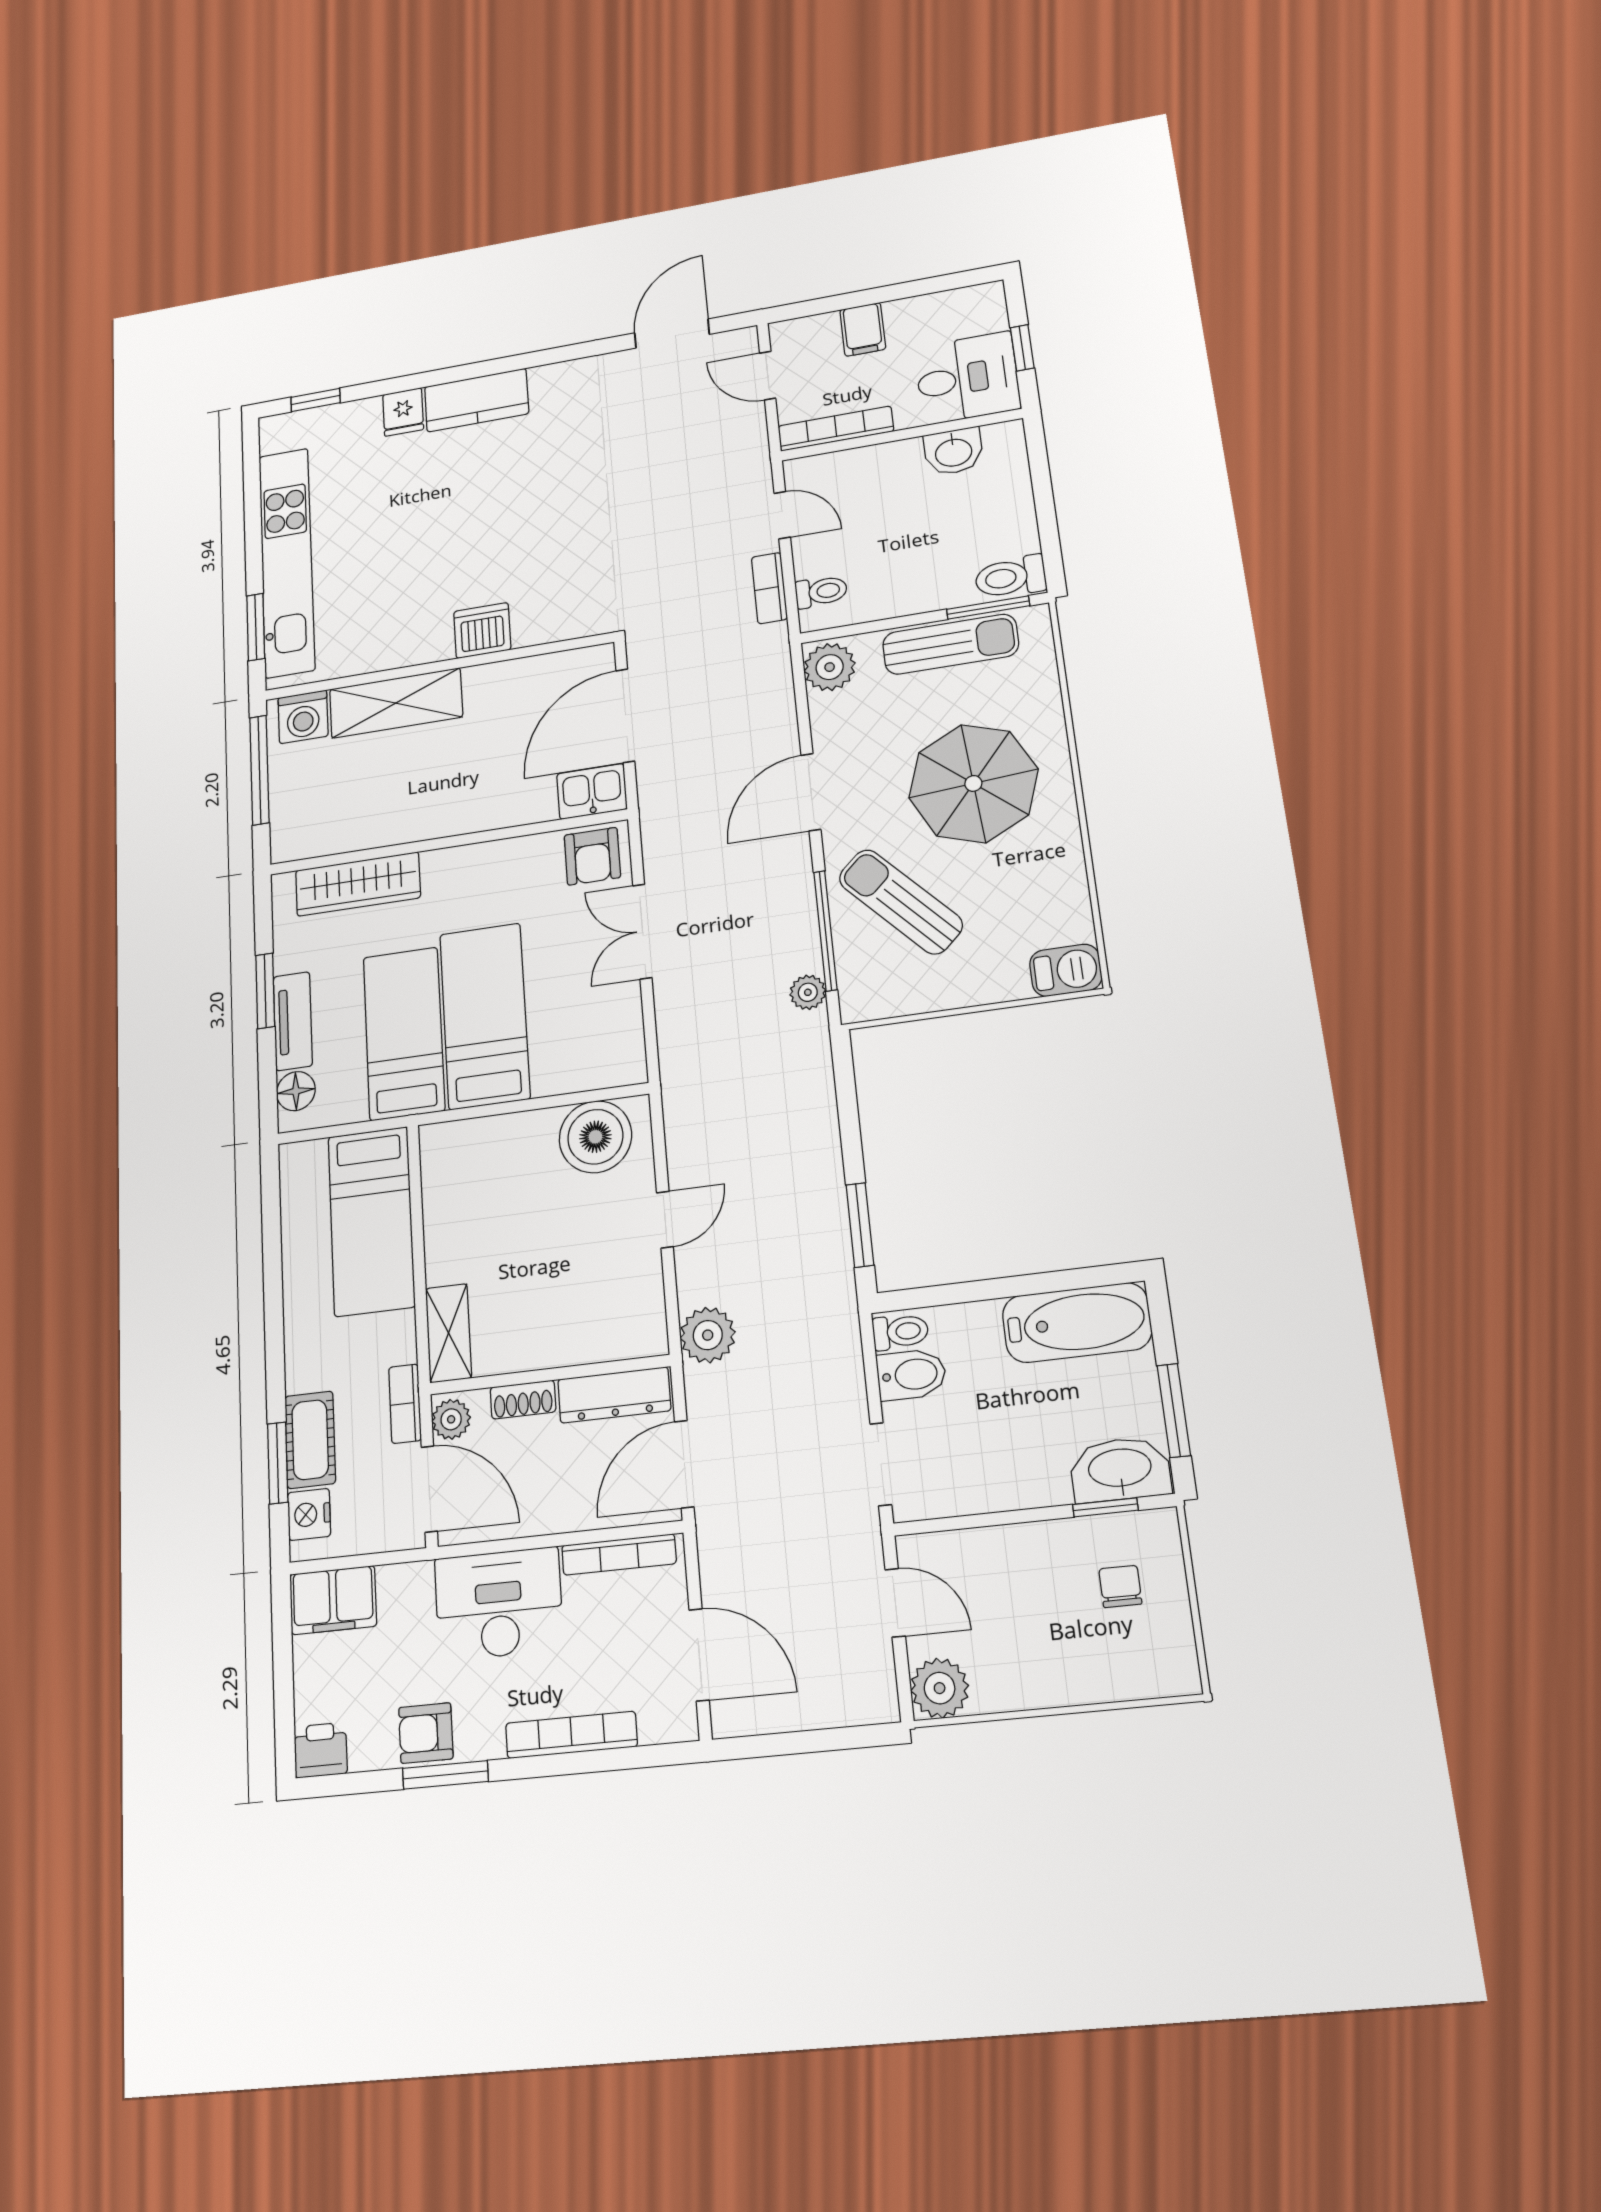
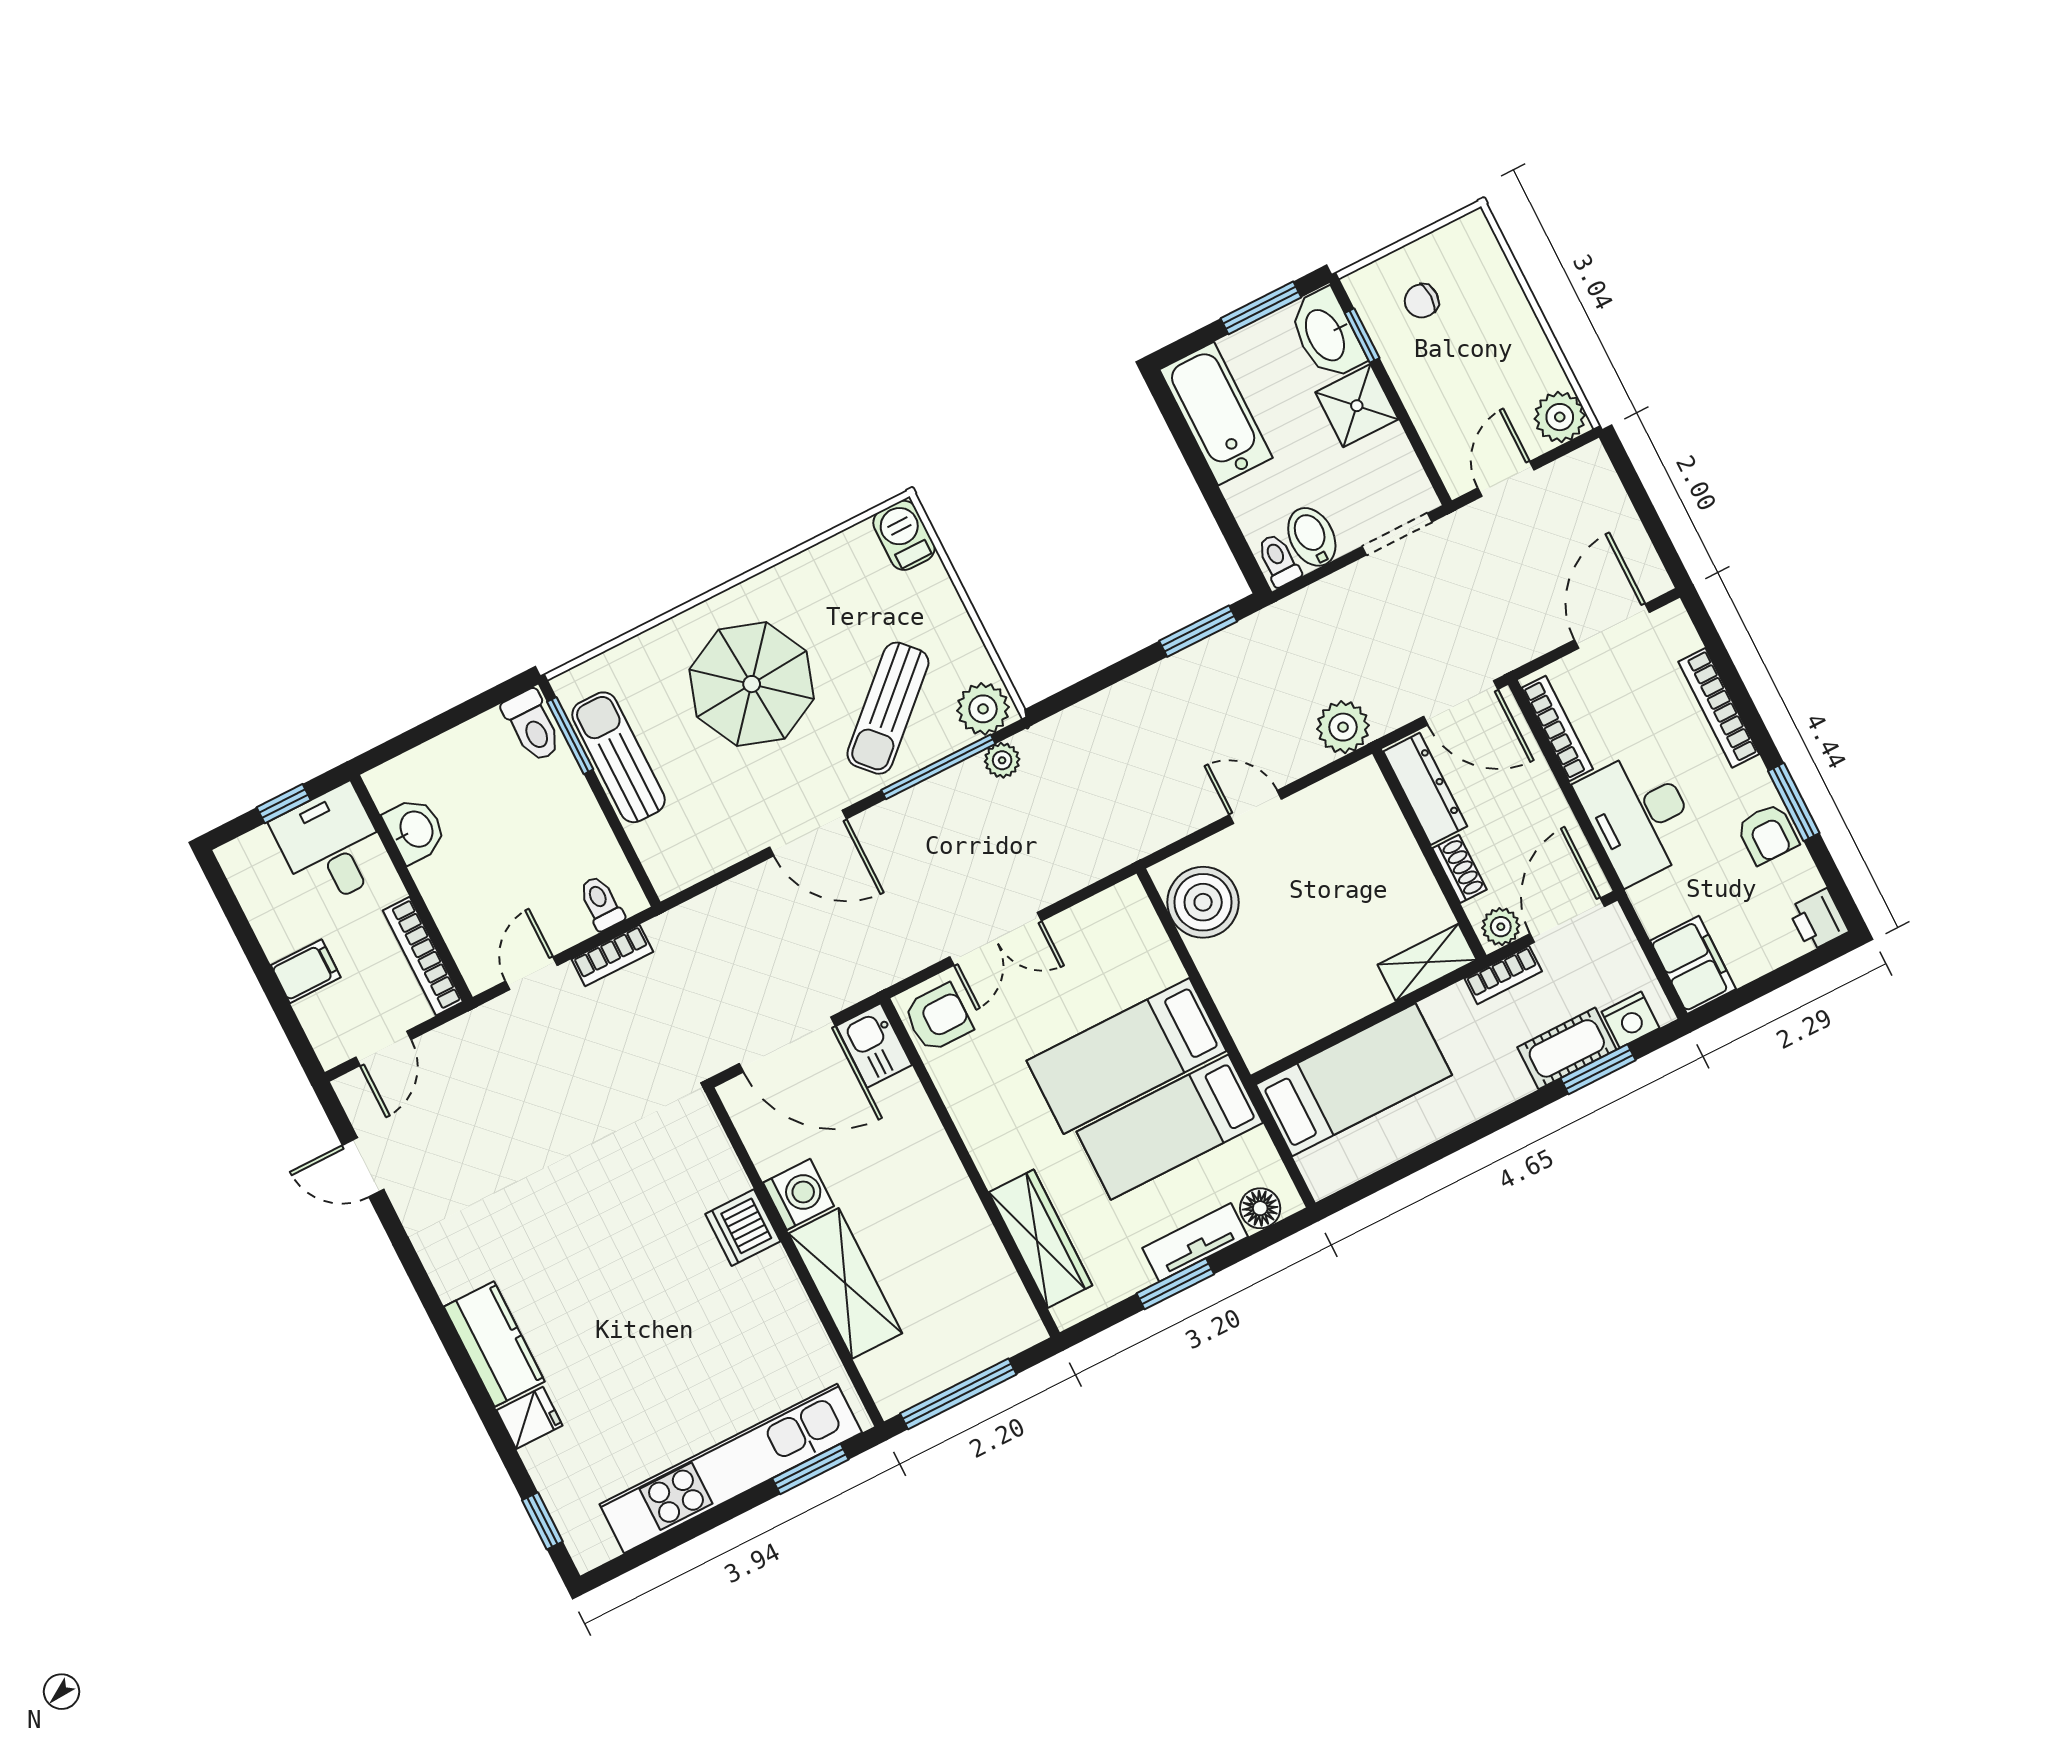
door: (672, 334) -> (363, 1167), width x0.73
plant: (830, 667) -> (983, 709), moved
washing machine: (303, 717) -> (798, 1194), moved
shower: (1032, 1473) -> (1357, 406), added

